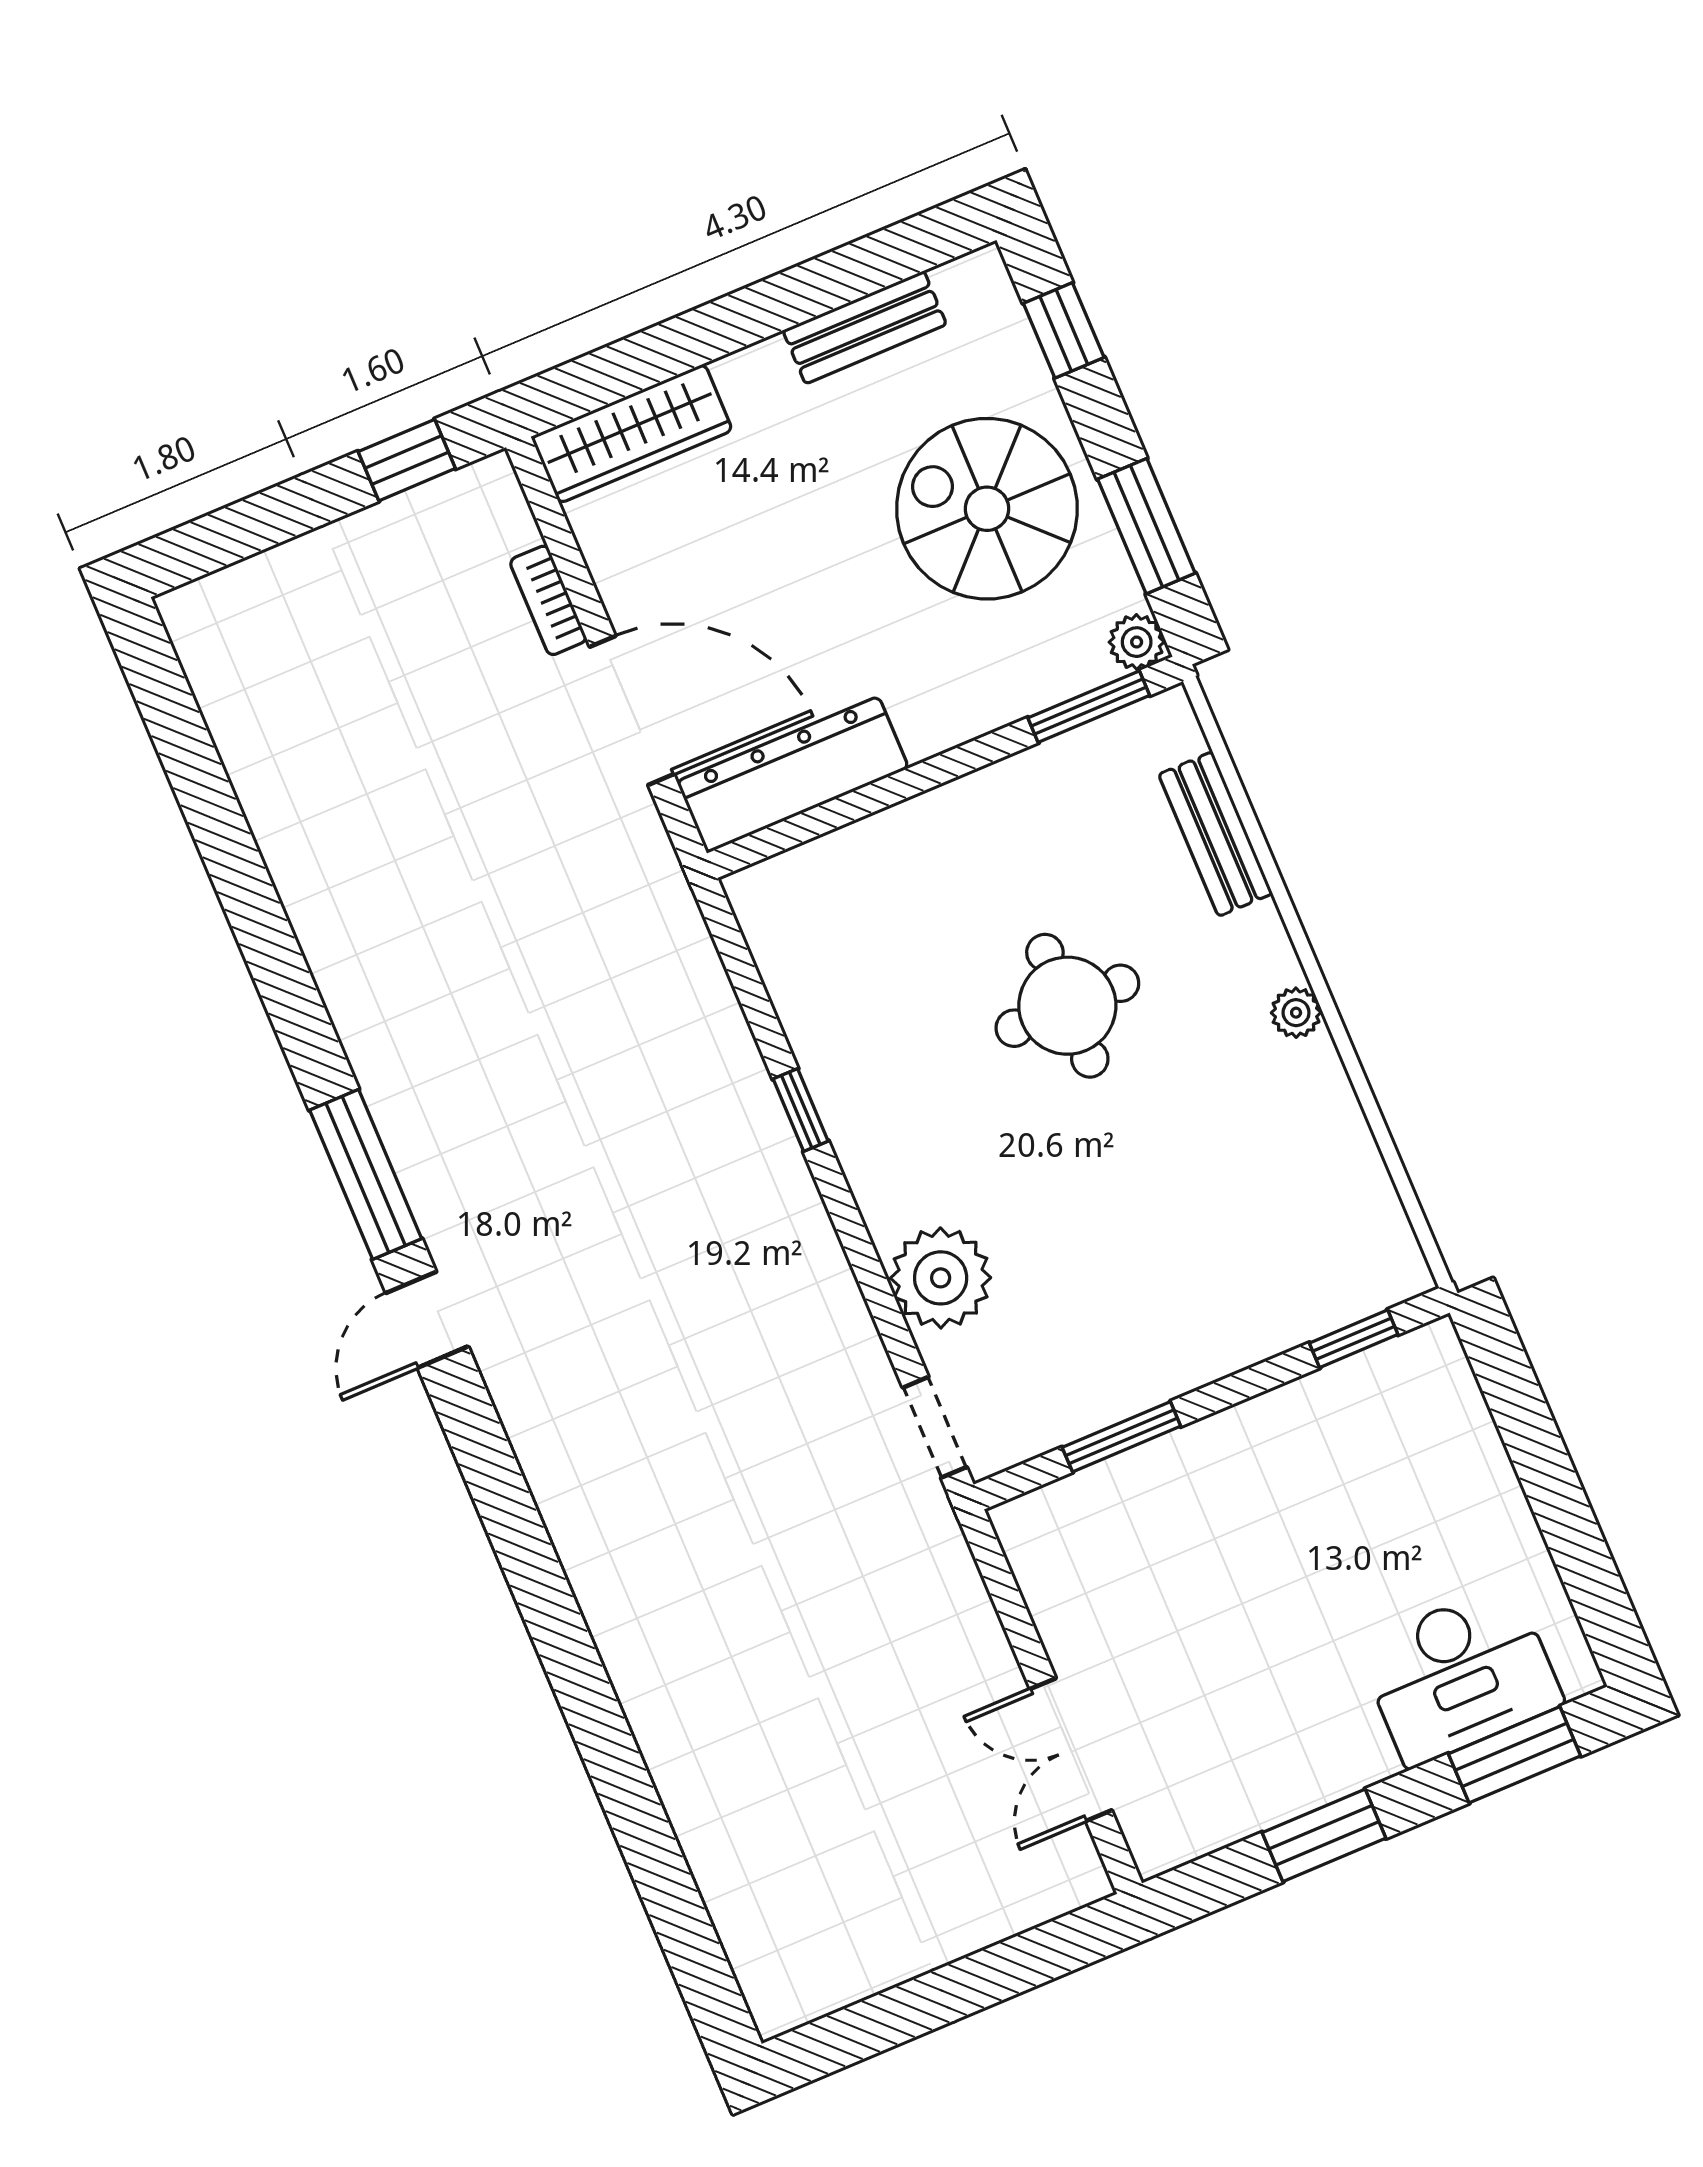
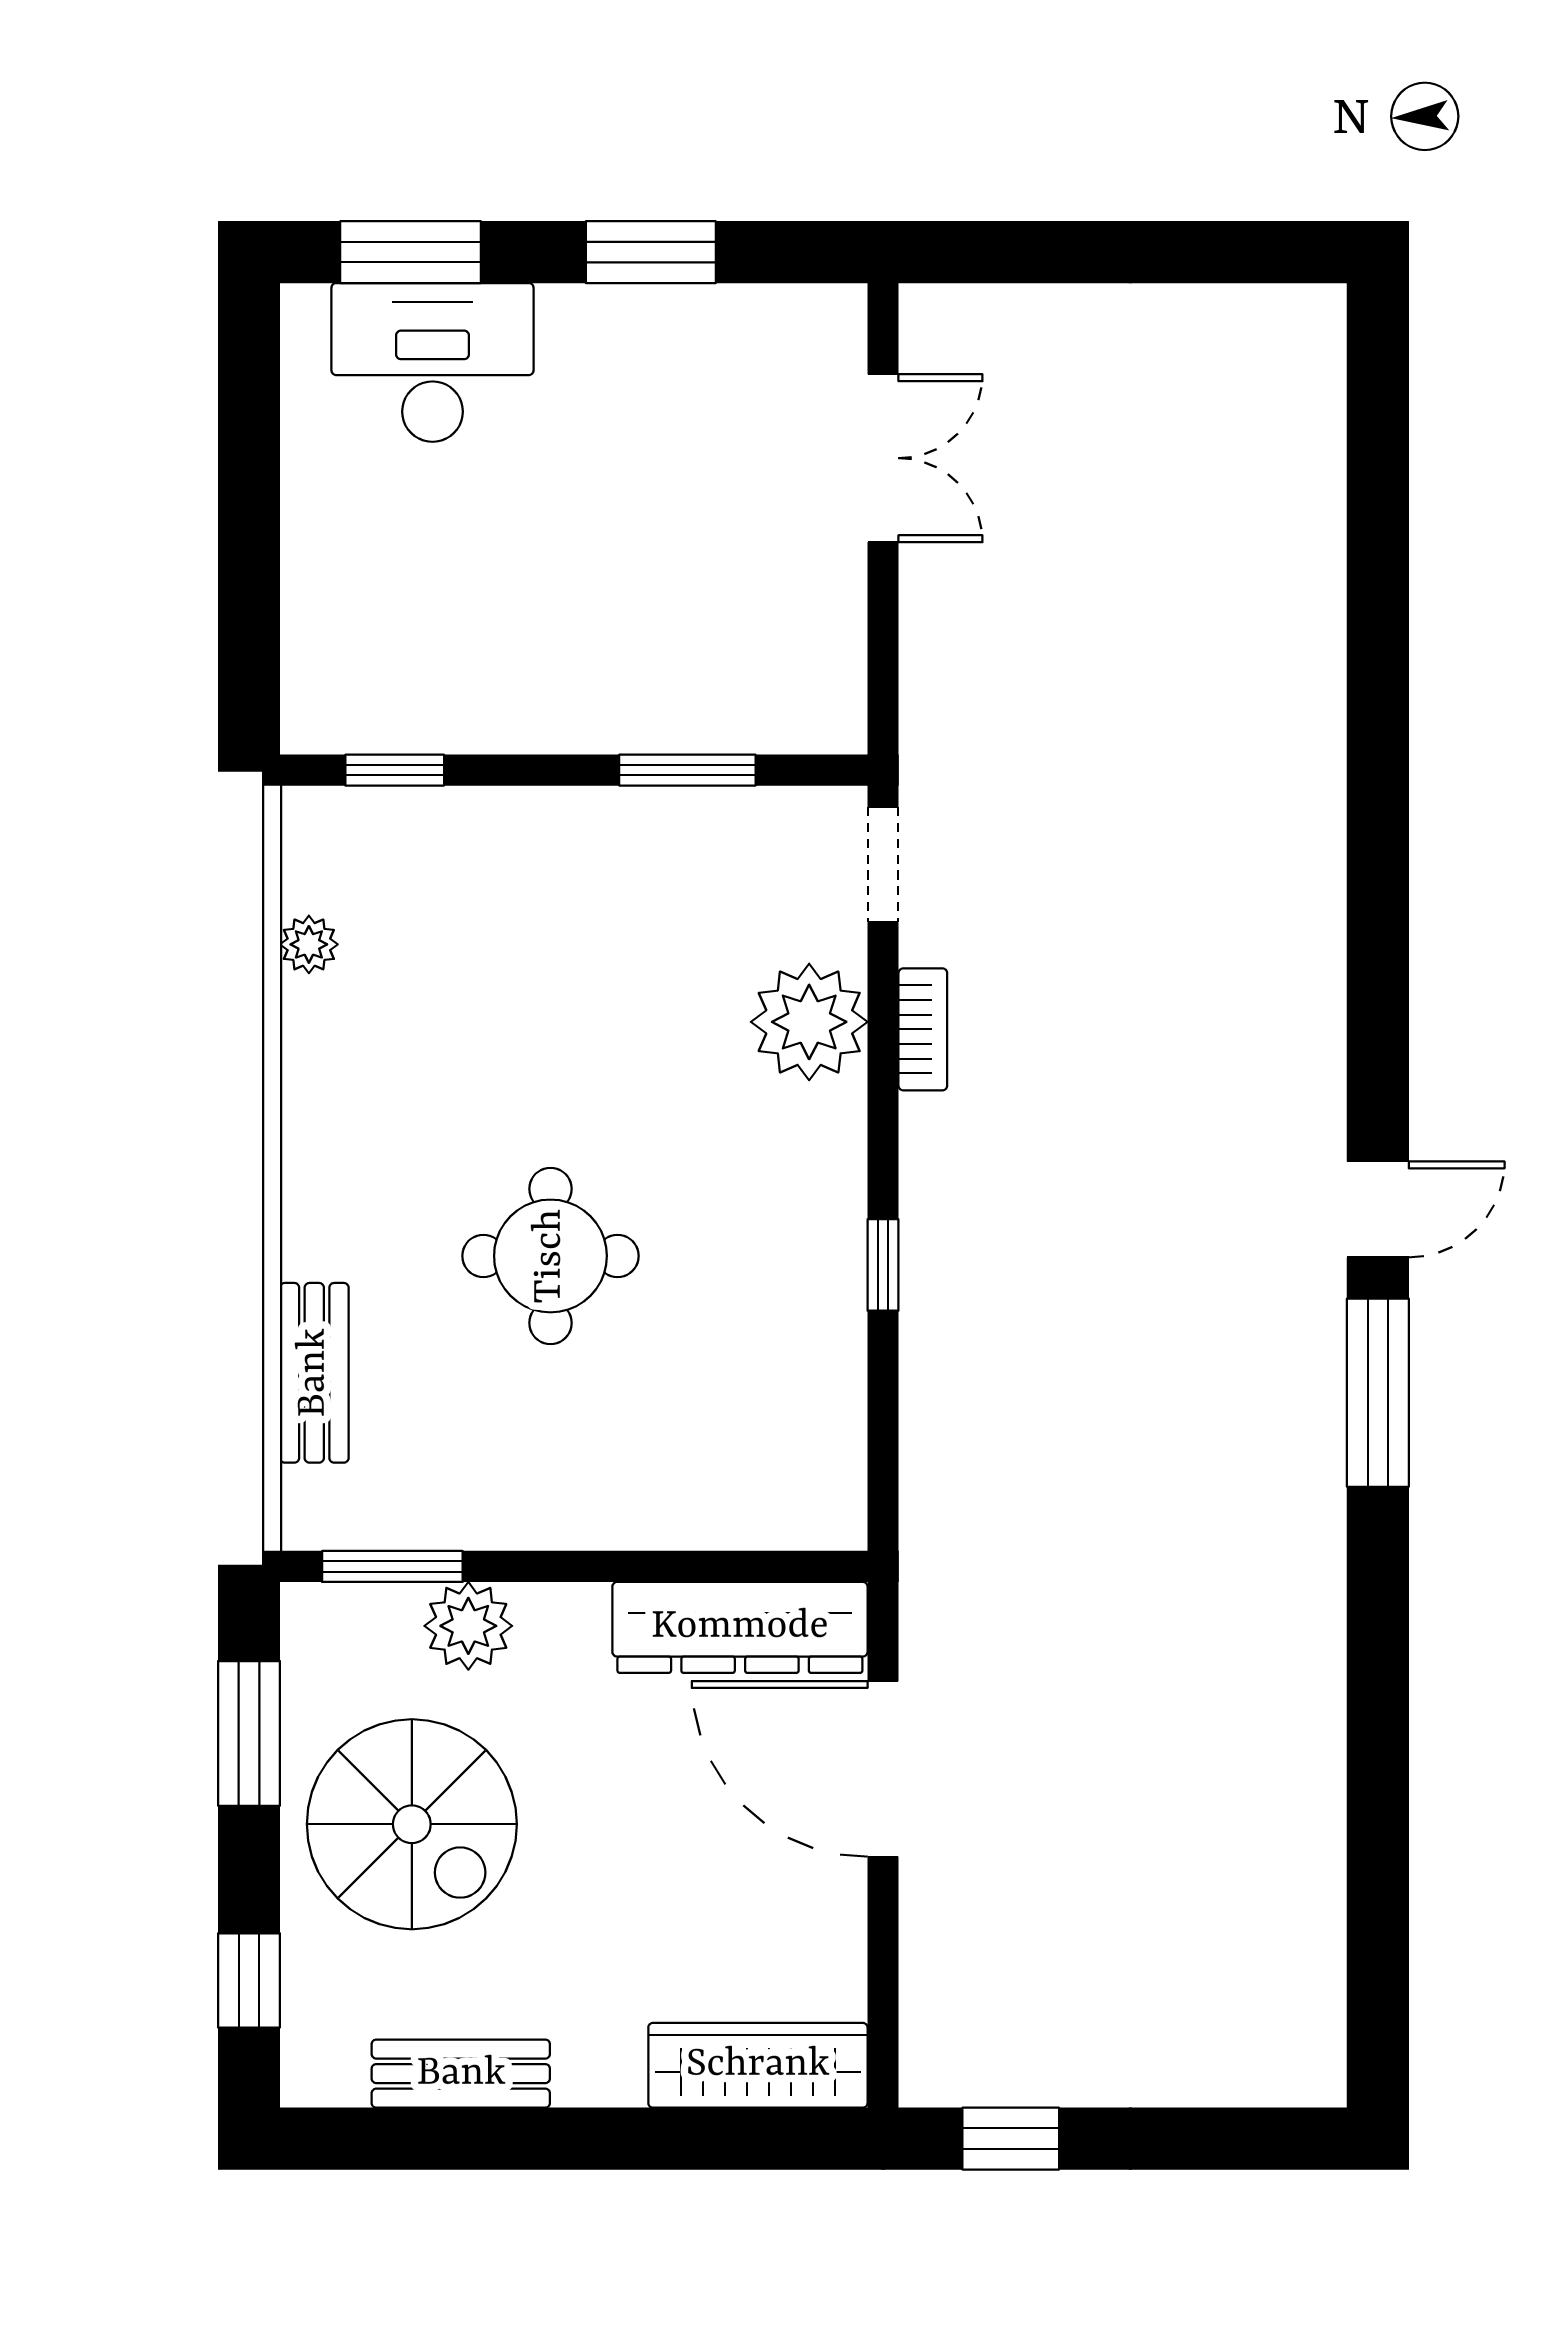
bookcase: (548, 600) -> (923, 1029), moved
plant: (1137, 642) -> (468, 1626), moved, width x1.38, depth x1.38
plant: (1296, 1013) -> (309, 944), moved

